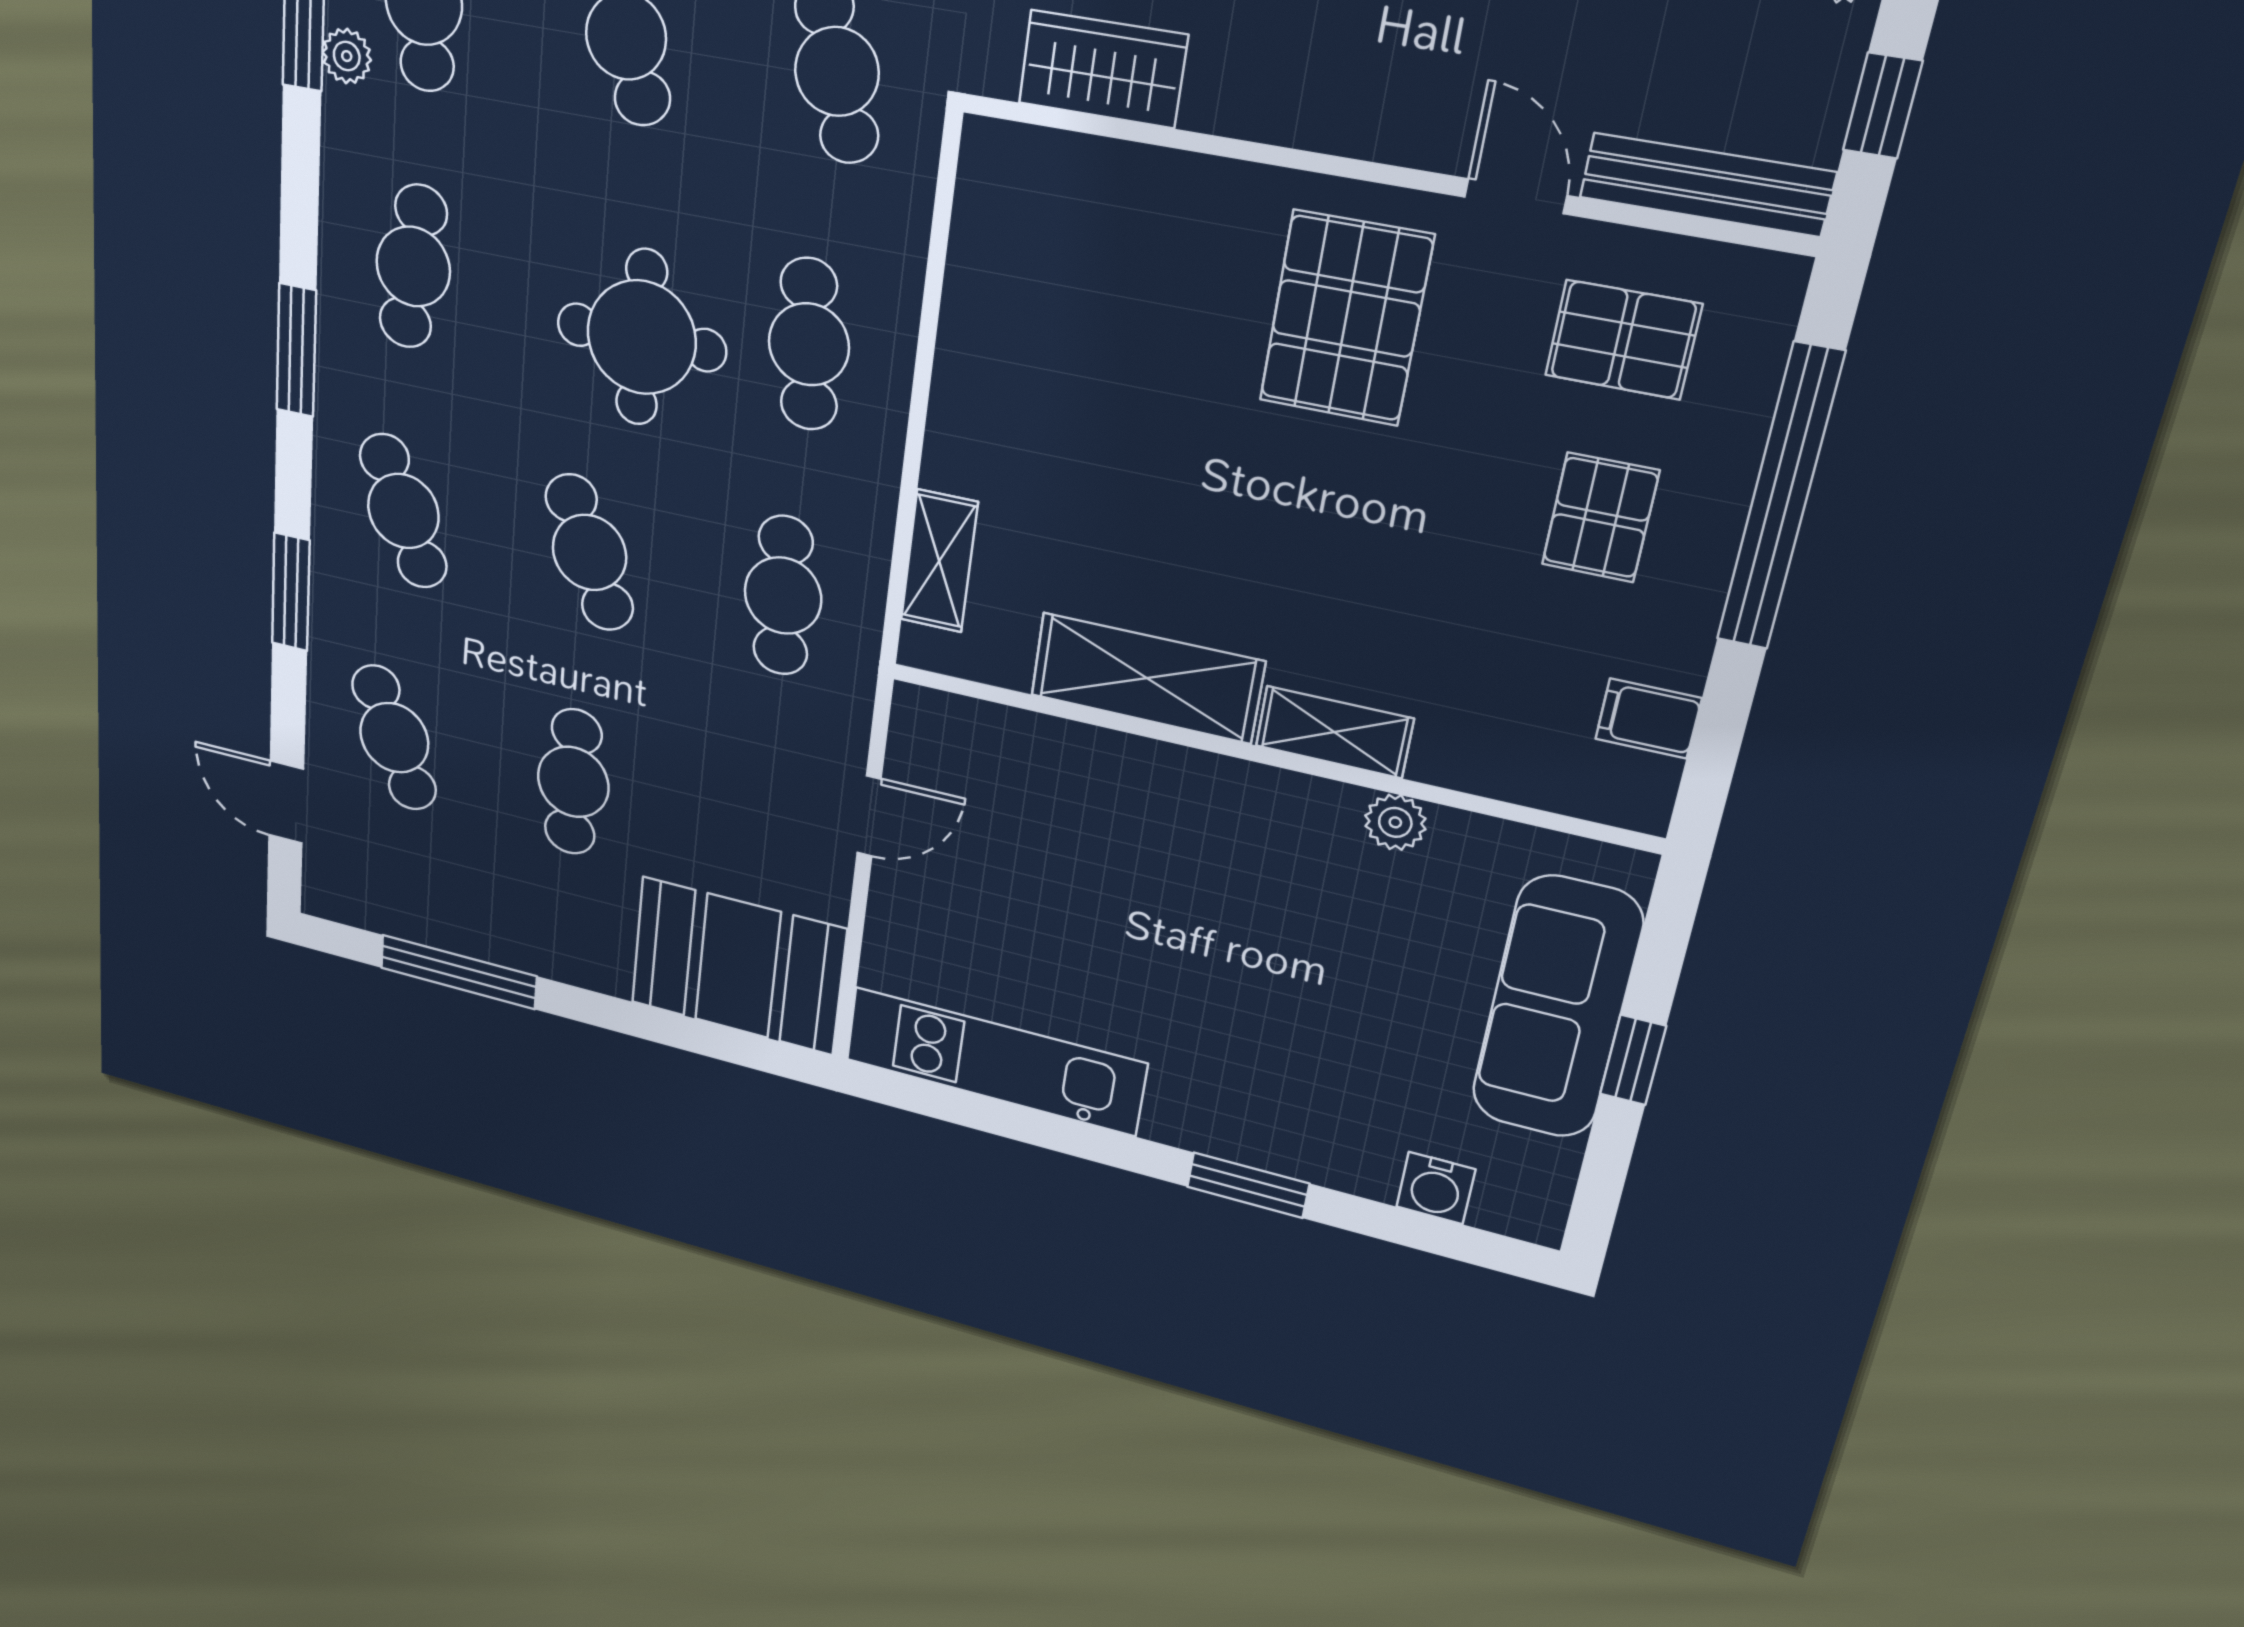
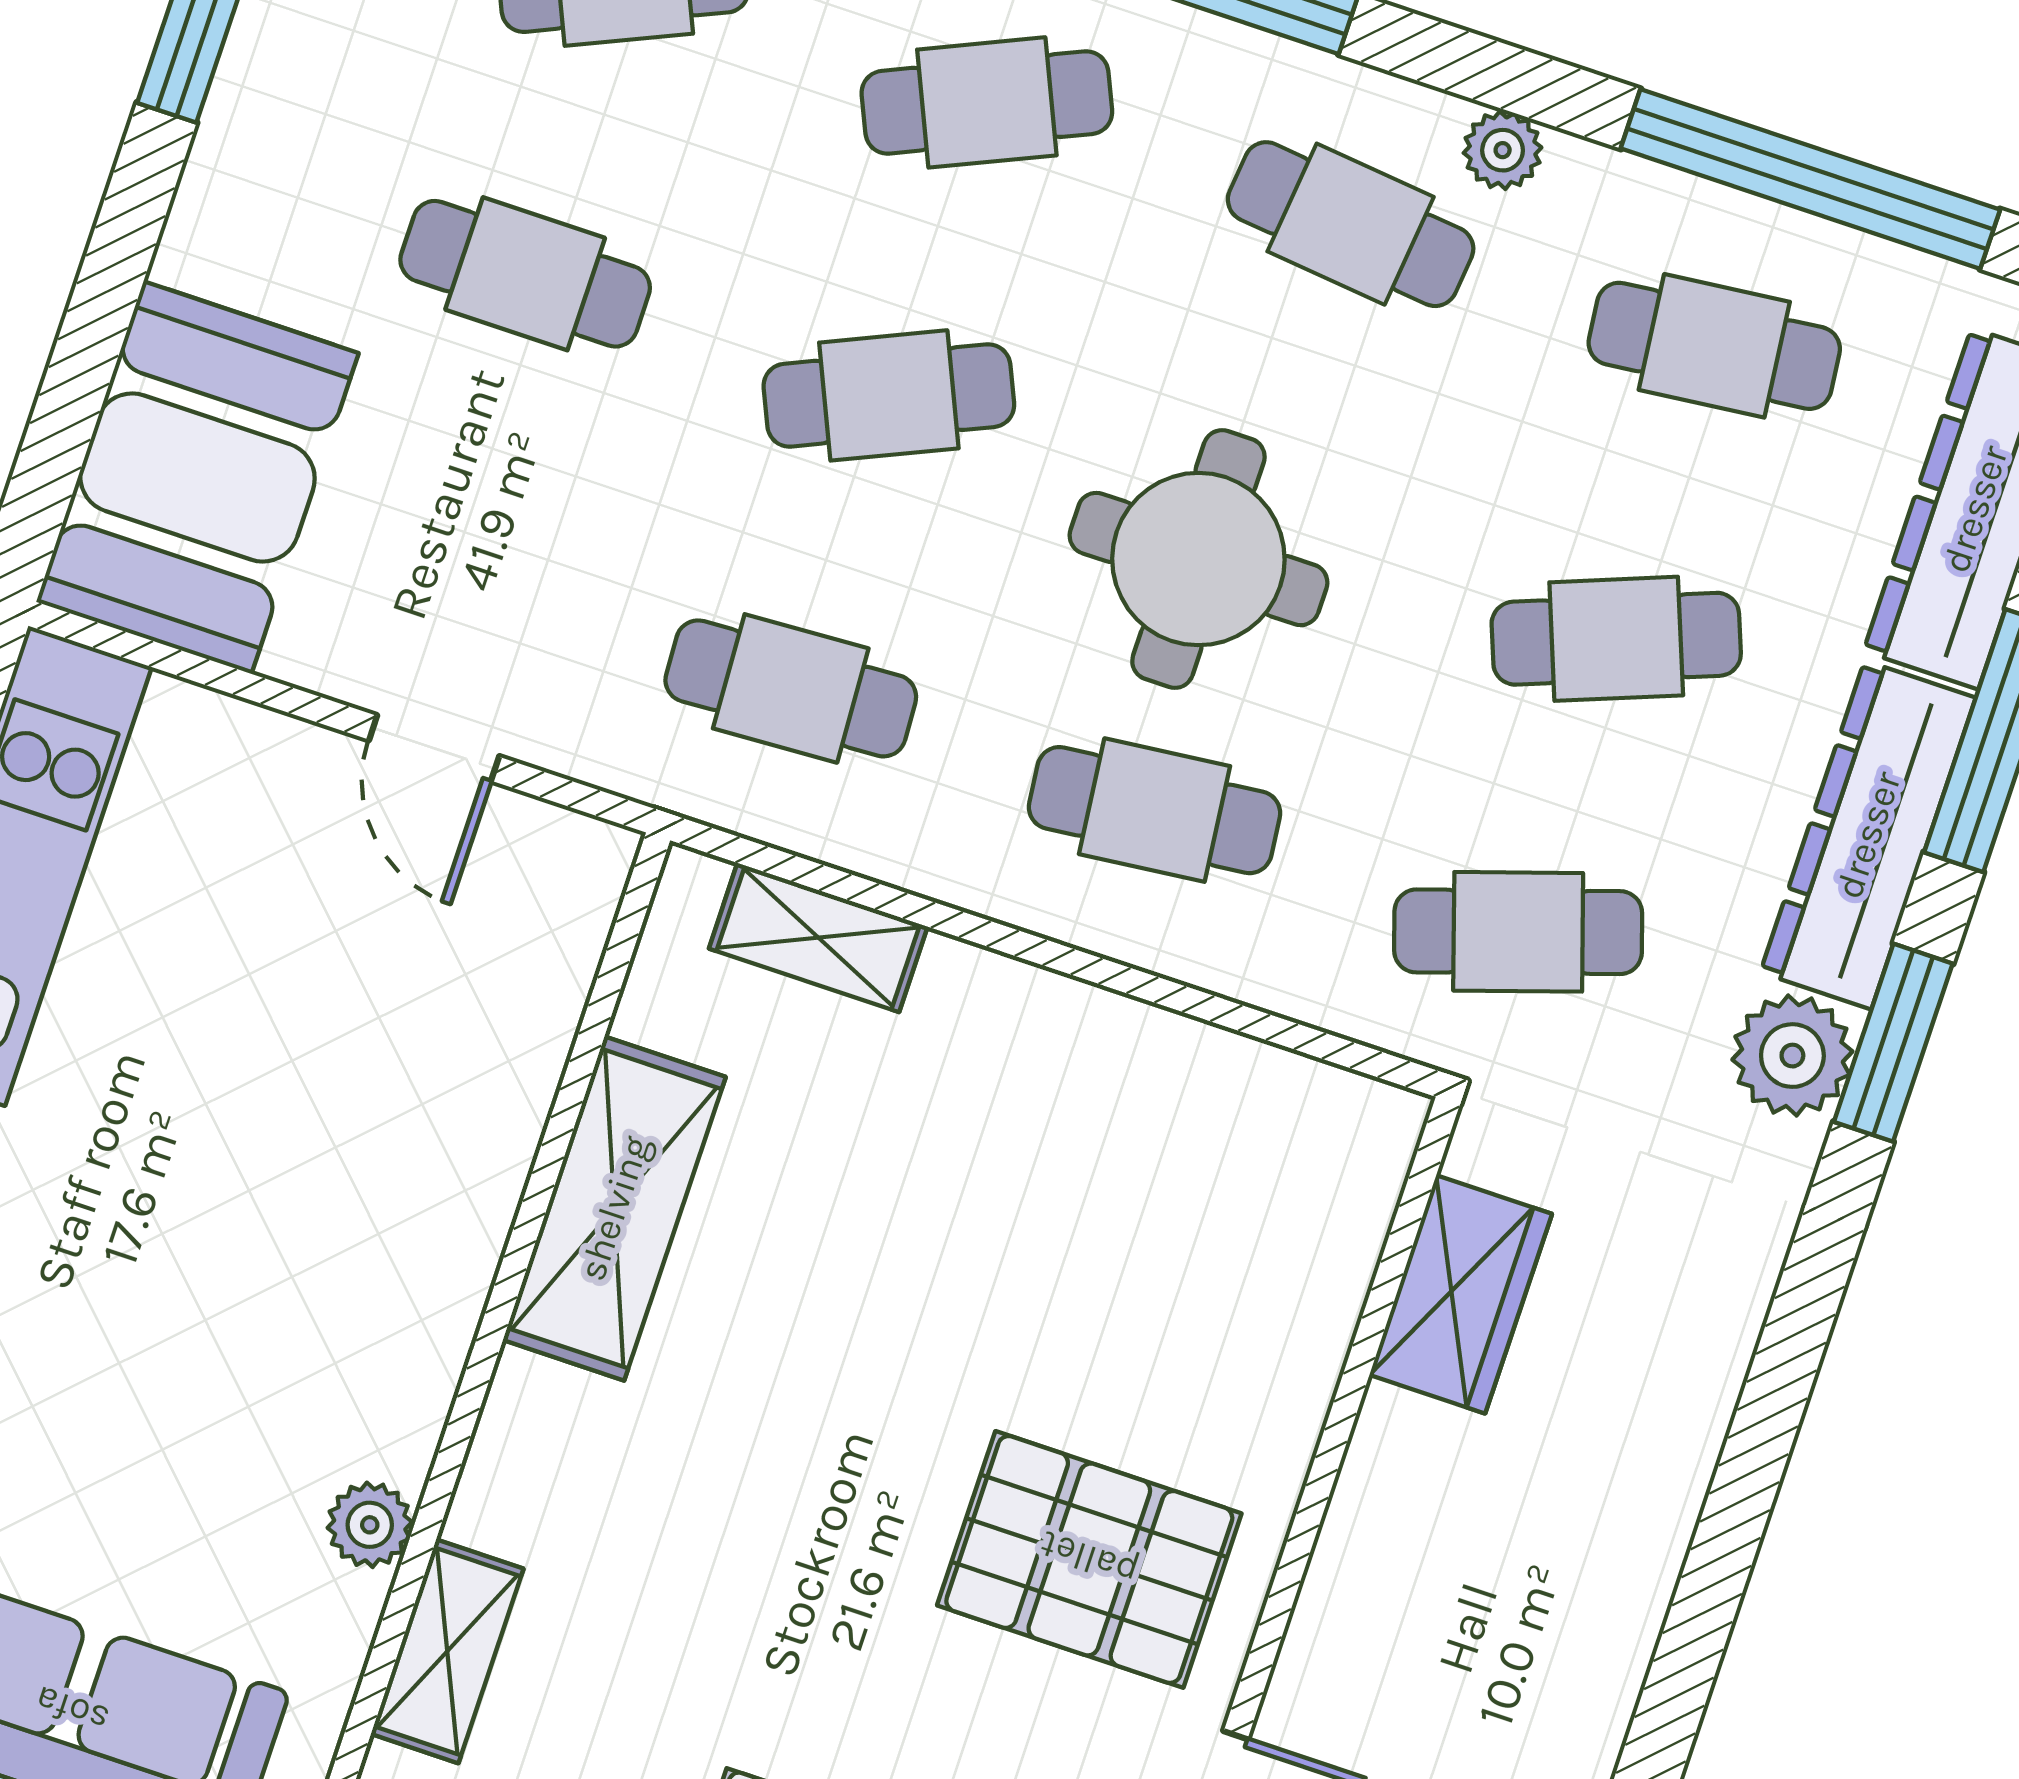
plant: (347, 56) -> (1503, 150), moved
shelving: (1334, 732) -> (447, 1651), moved

